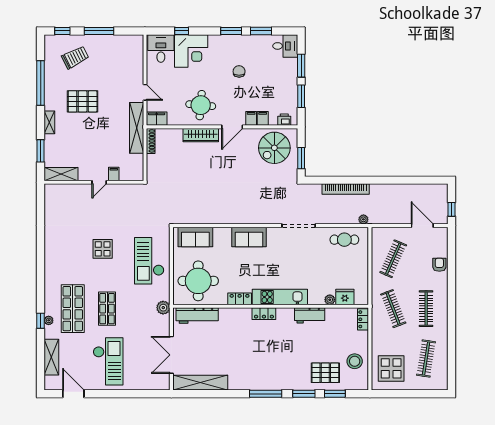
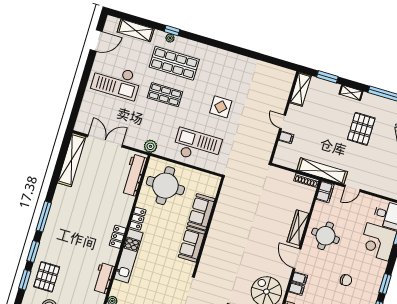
sofa: (195, 237) -> (201, 212), moved

